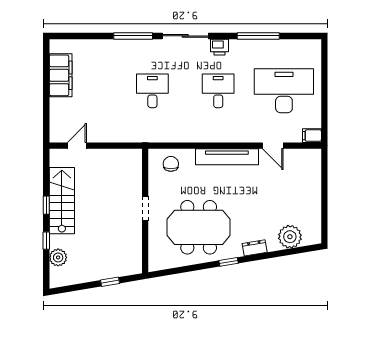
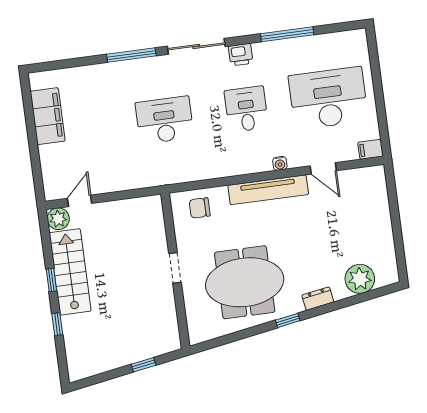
desk: (152, 91) -> (164, 120), width x1.37
water cooler: (239, 137) -> (280, 163), added
chair: (171, 164) -> (200, 208), turned -90
plant: (58, 257) -> (58, 219), moved

